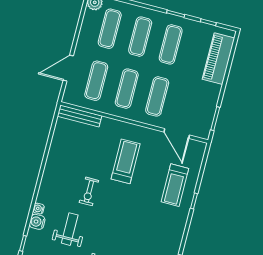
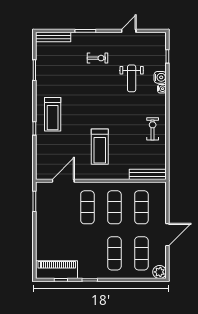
exercise mat: (171, 44) -> (87, 253), removed
piano: (218, 59) -> (57, 270), moved, turned -90
door: (68, 68) -> (167, 235), moved
door: (177, 133) -> (63, 181), hinge flipped
treadmill: (175, 185) -> (53, 114), moved, turned 180
exercise bike: (89, 191) -> (153, 129), moved

